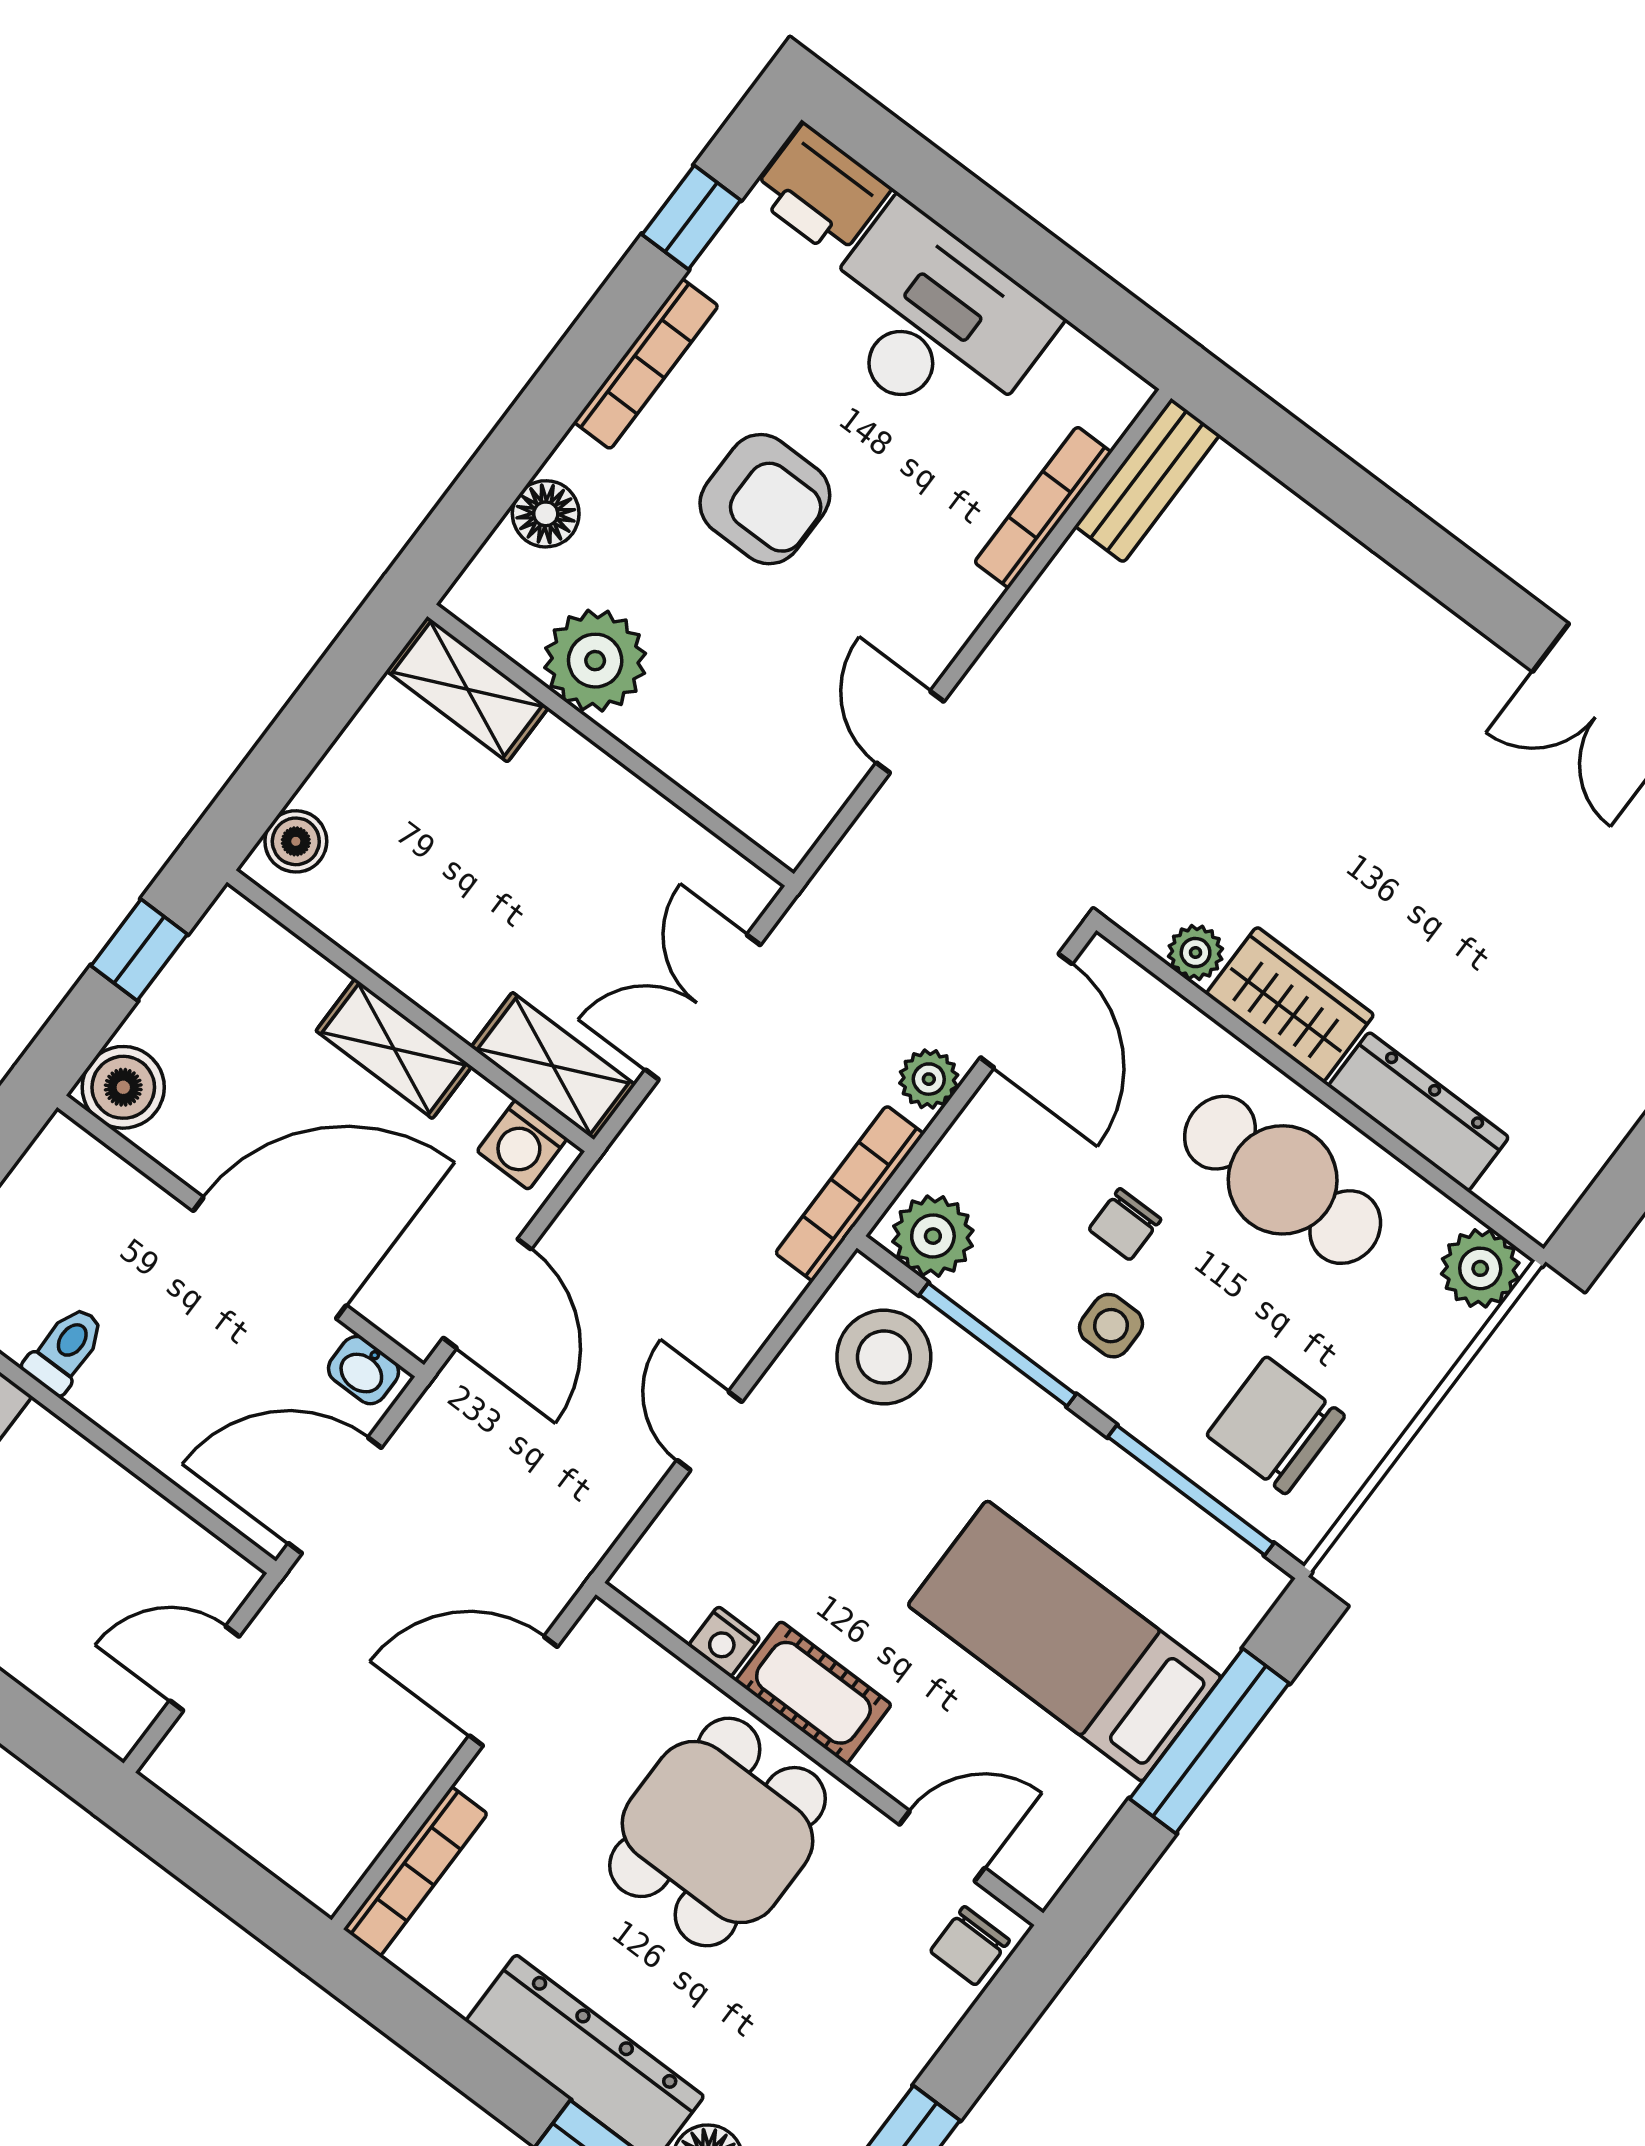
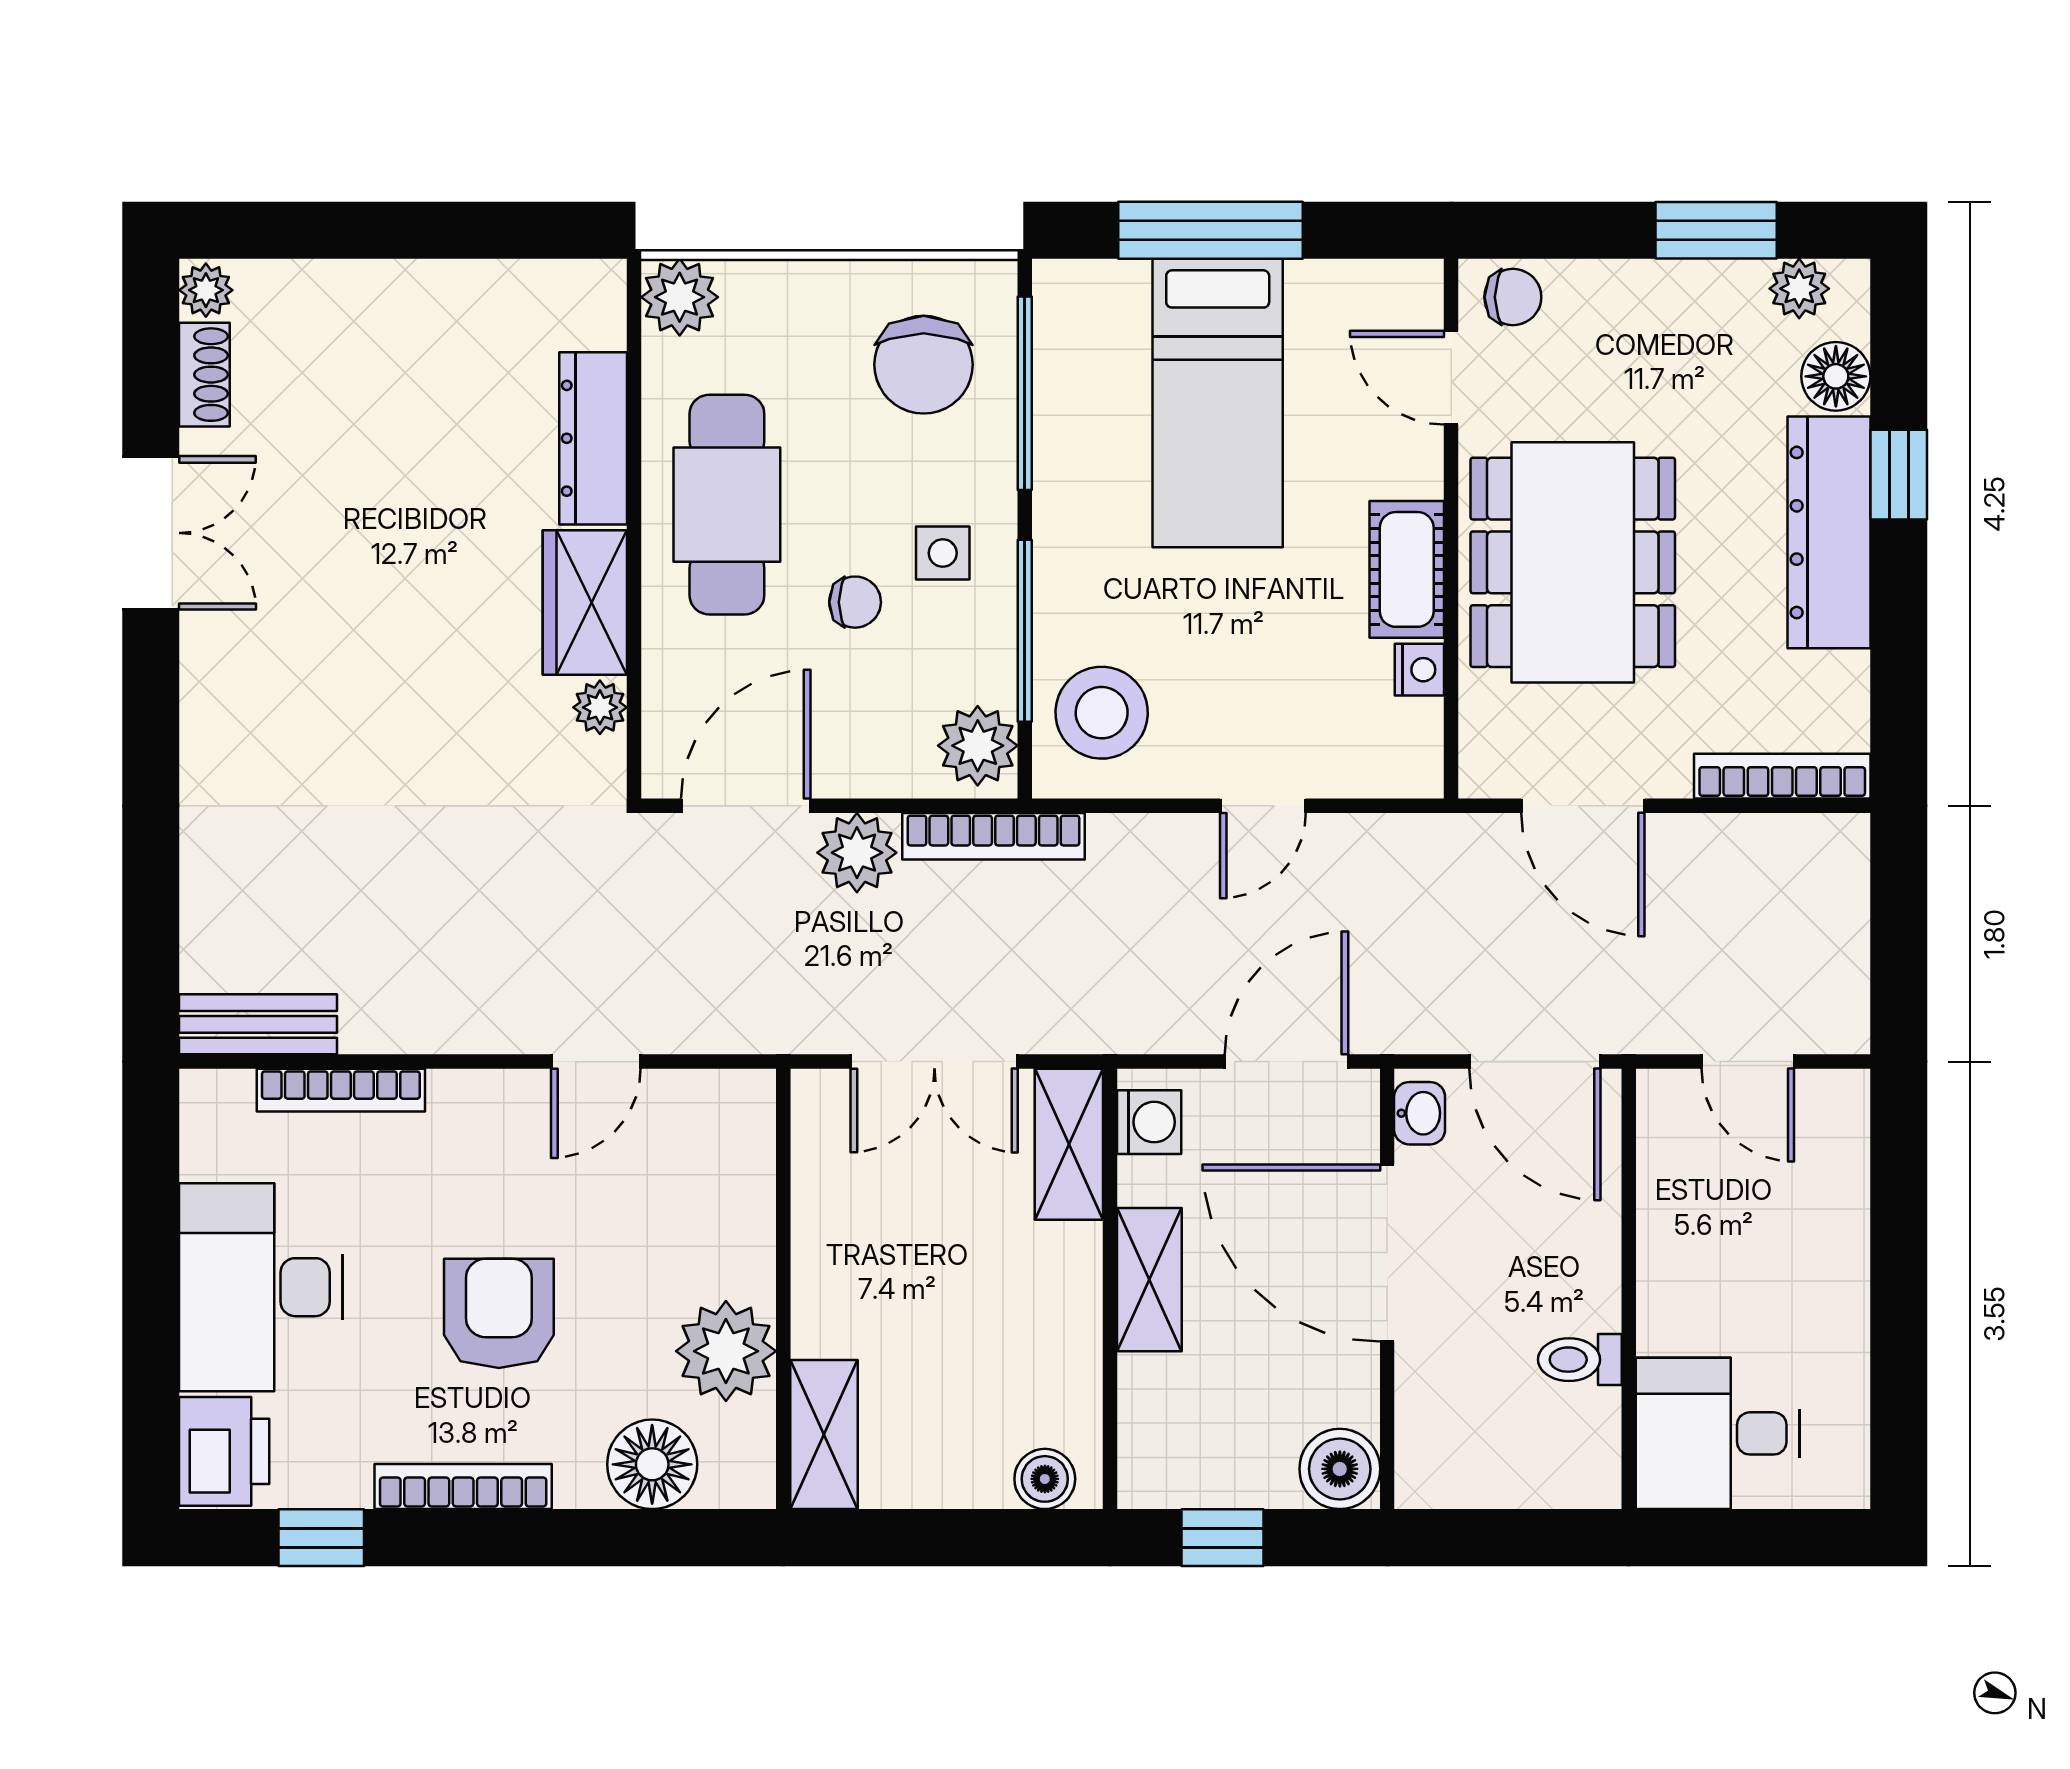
floor lamp: (546, 514) -> (652, 1464), width x1.38, depth x1.38
plant: (929, 1079) -> (857, 853), width x1.38, depth x1.38
dining table: (718, 1832) -> (1573, 562), width x1.38

